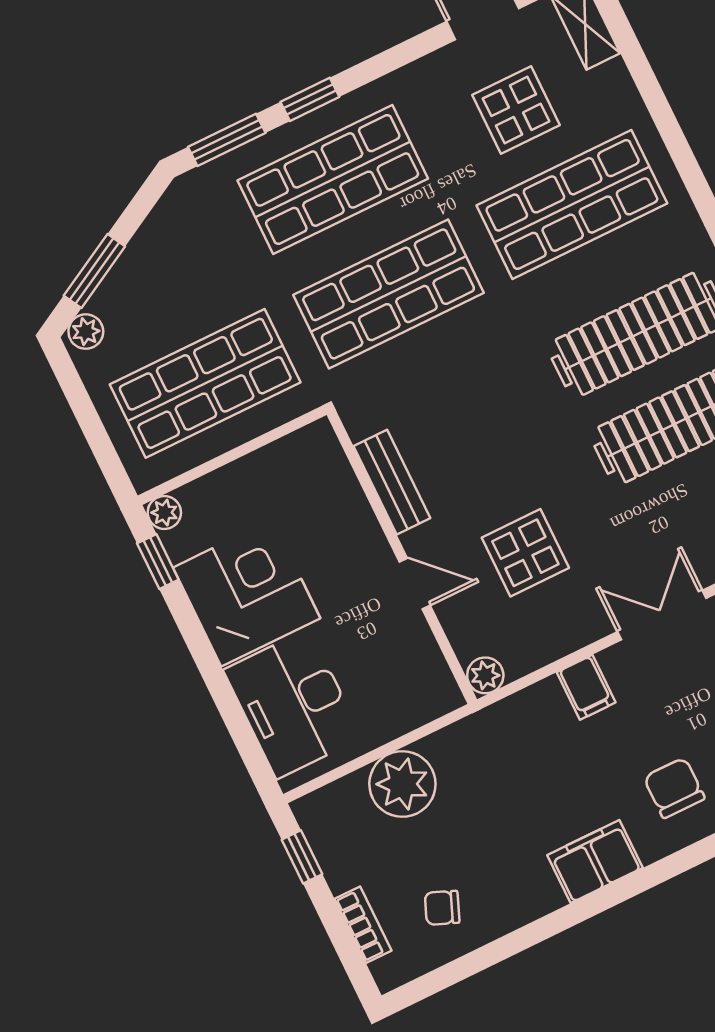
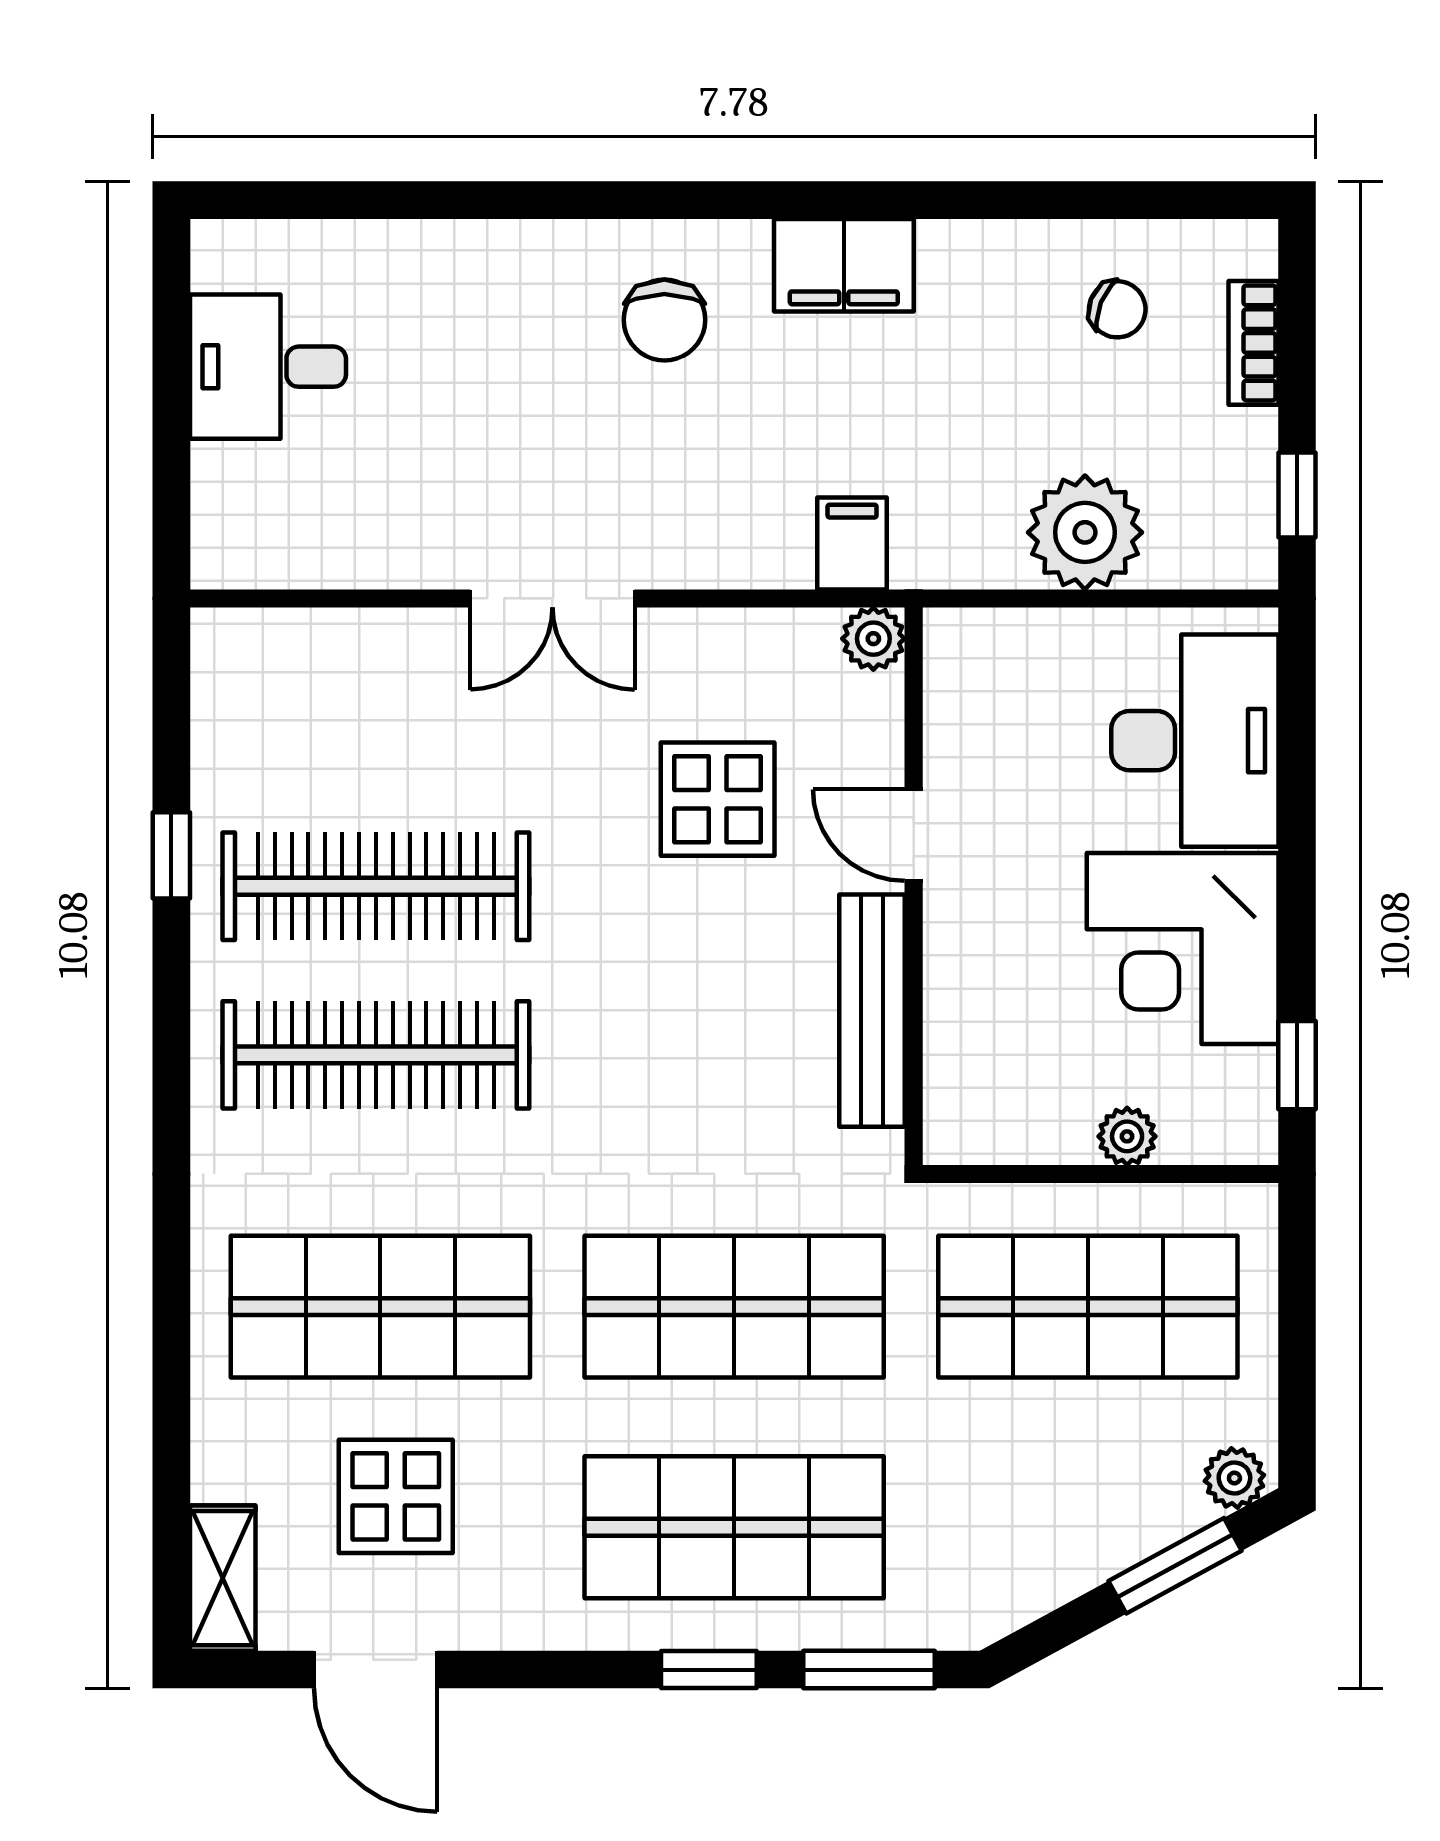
bench: (392, 482) -> (872, 1011), width x1.36
plant: (164, 512) -> (1127, 1136), moved
filing cabinet: (586, 687) -> (852, 543), moved

